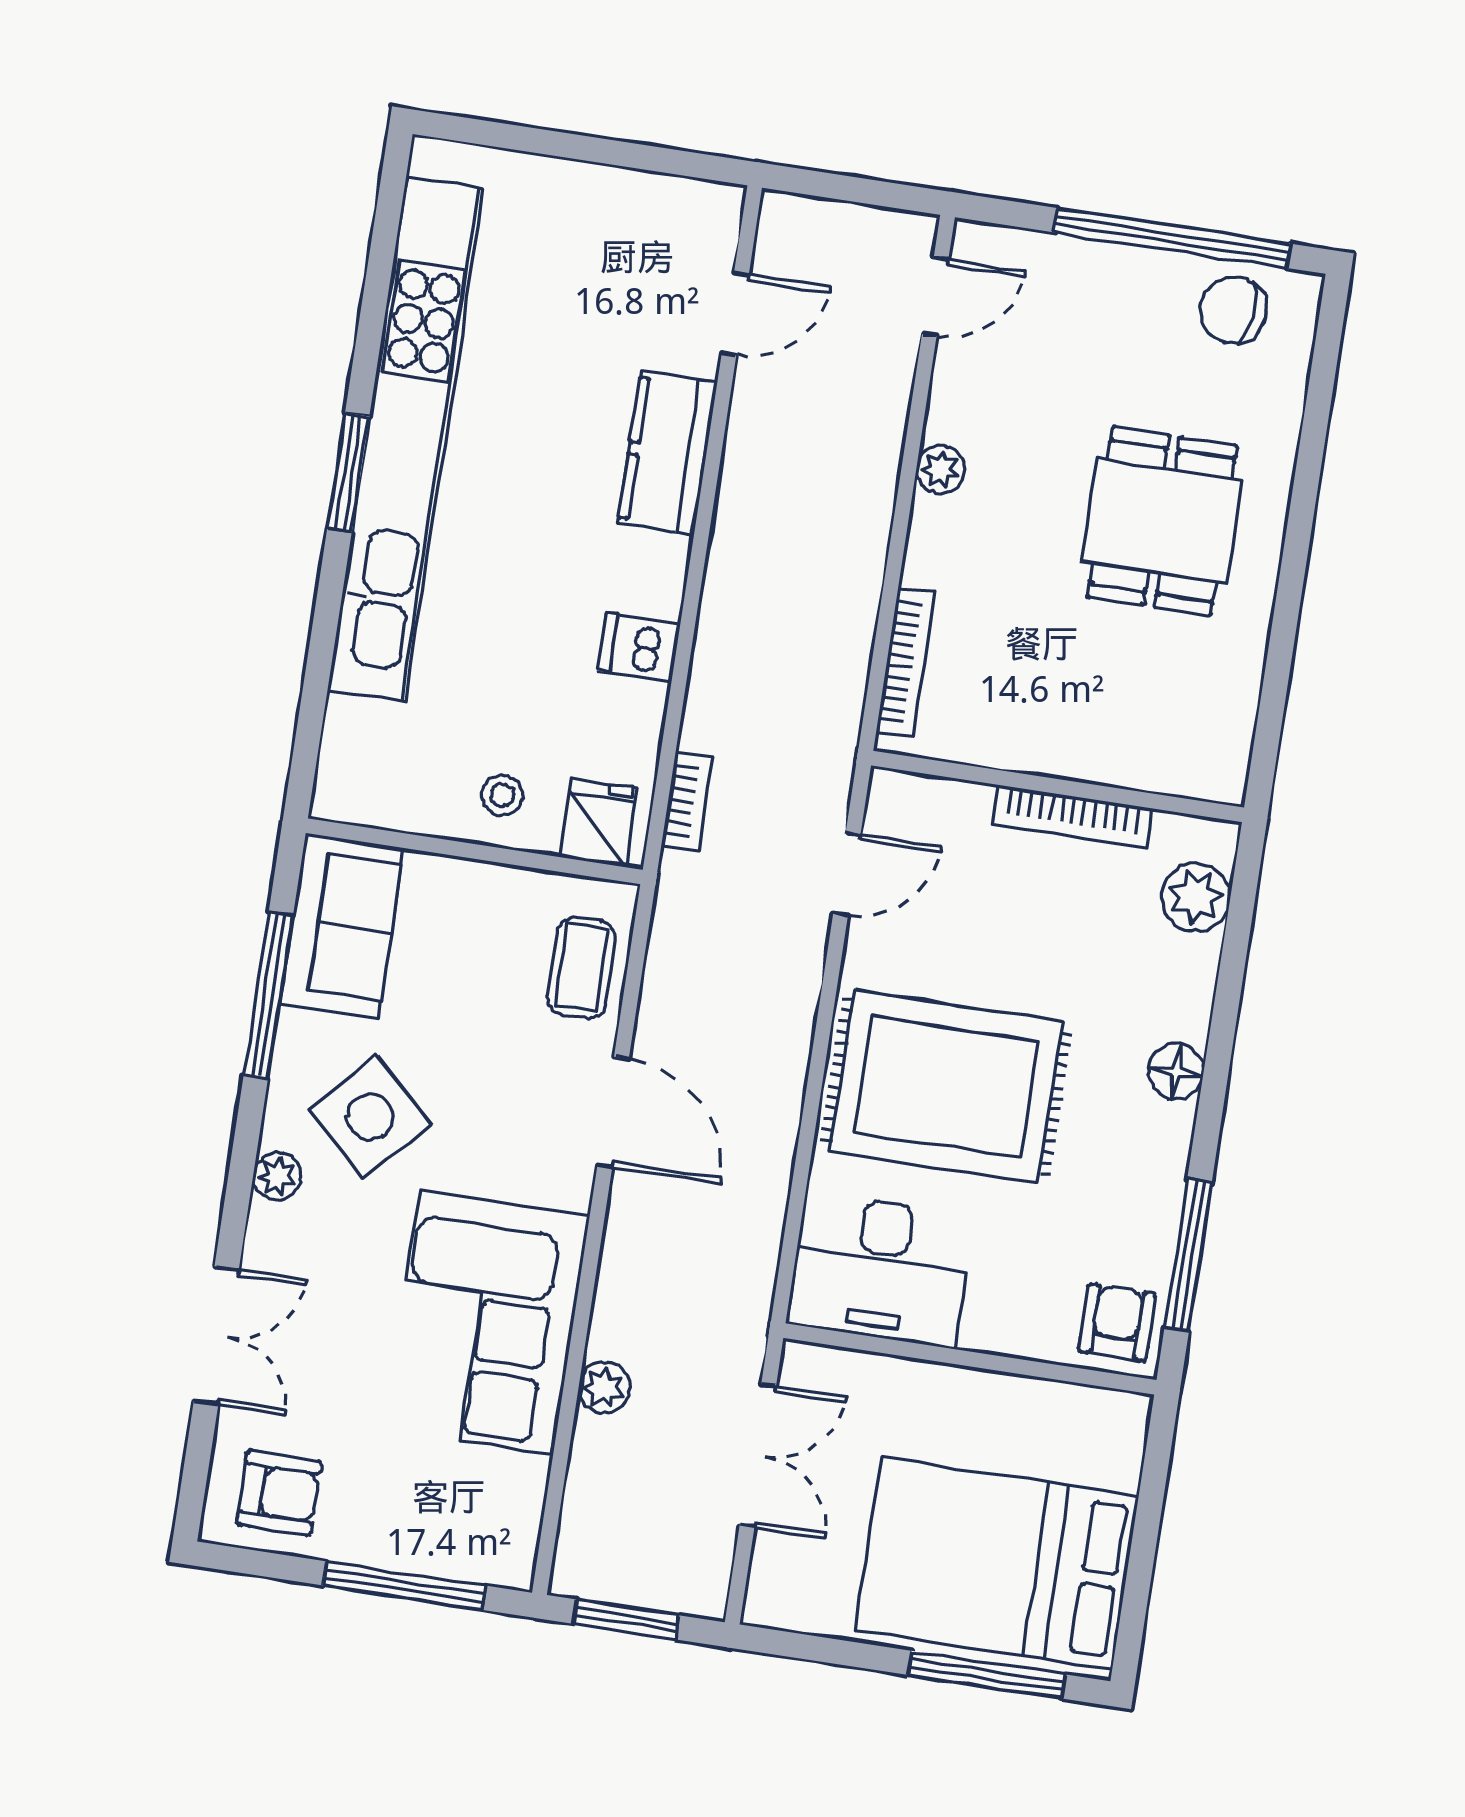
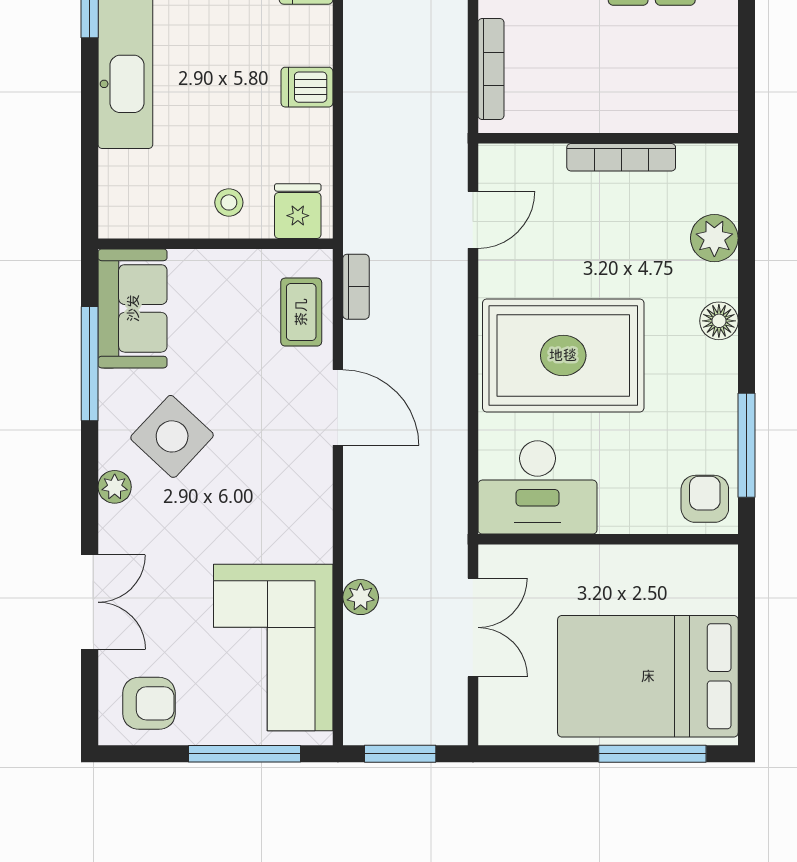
bookcase: (687, 801) -> (356, 287), moved
plant: (1196, 897) -> (714, 238), moved
corner sofa: (487, 1322) -> (273, 647), moved

